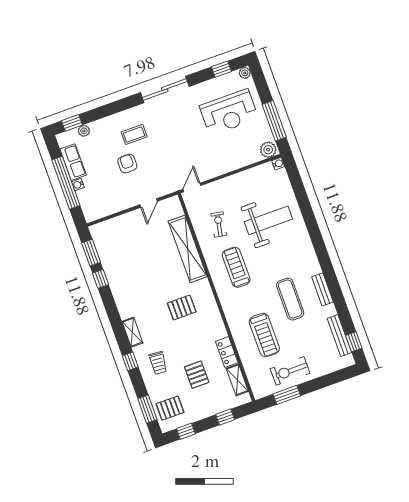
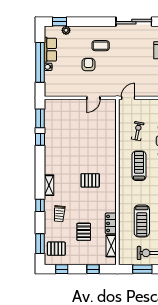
shelving: (188, 249) -> (109, 140), removed

